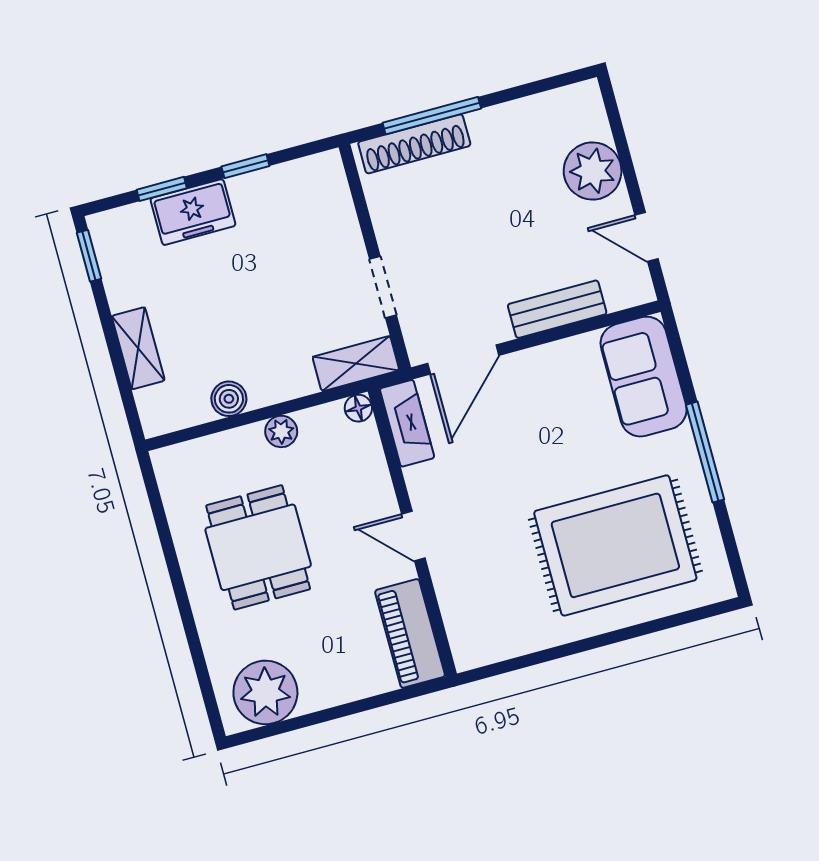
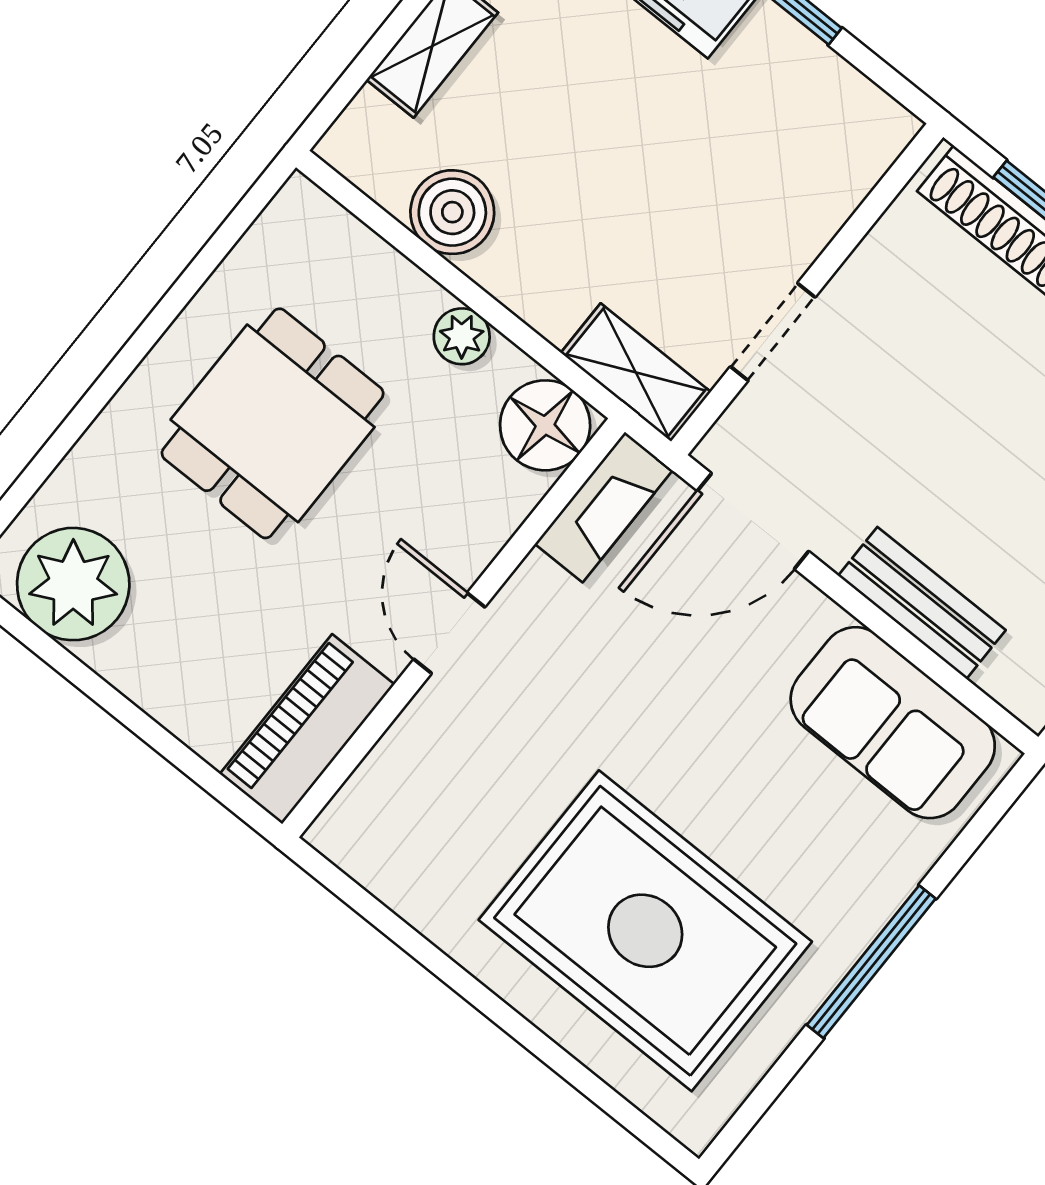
sofa: (644, 377) -> (893, 723), moved, turned -90
boiler: (229, 399) -> (452, 212), width x1.36, depth x1.36
floor lamp: (358, 408) -> (545, 425), width x1.89, depth x1.89

